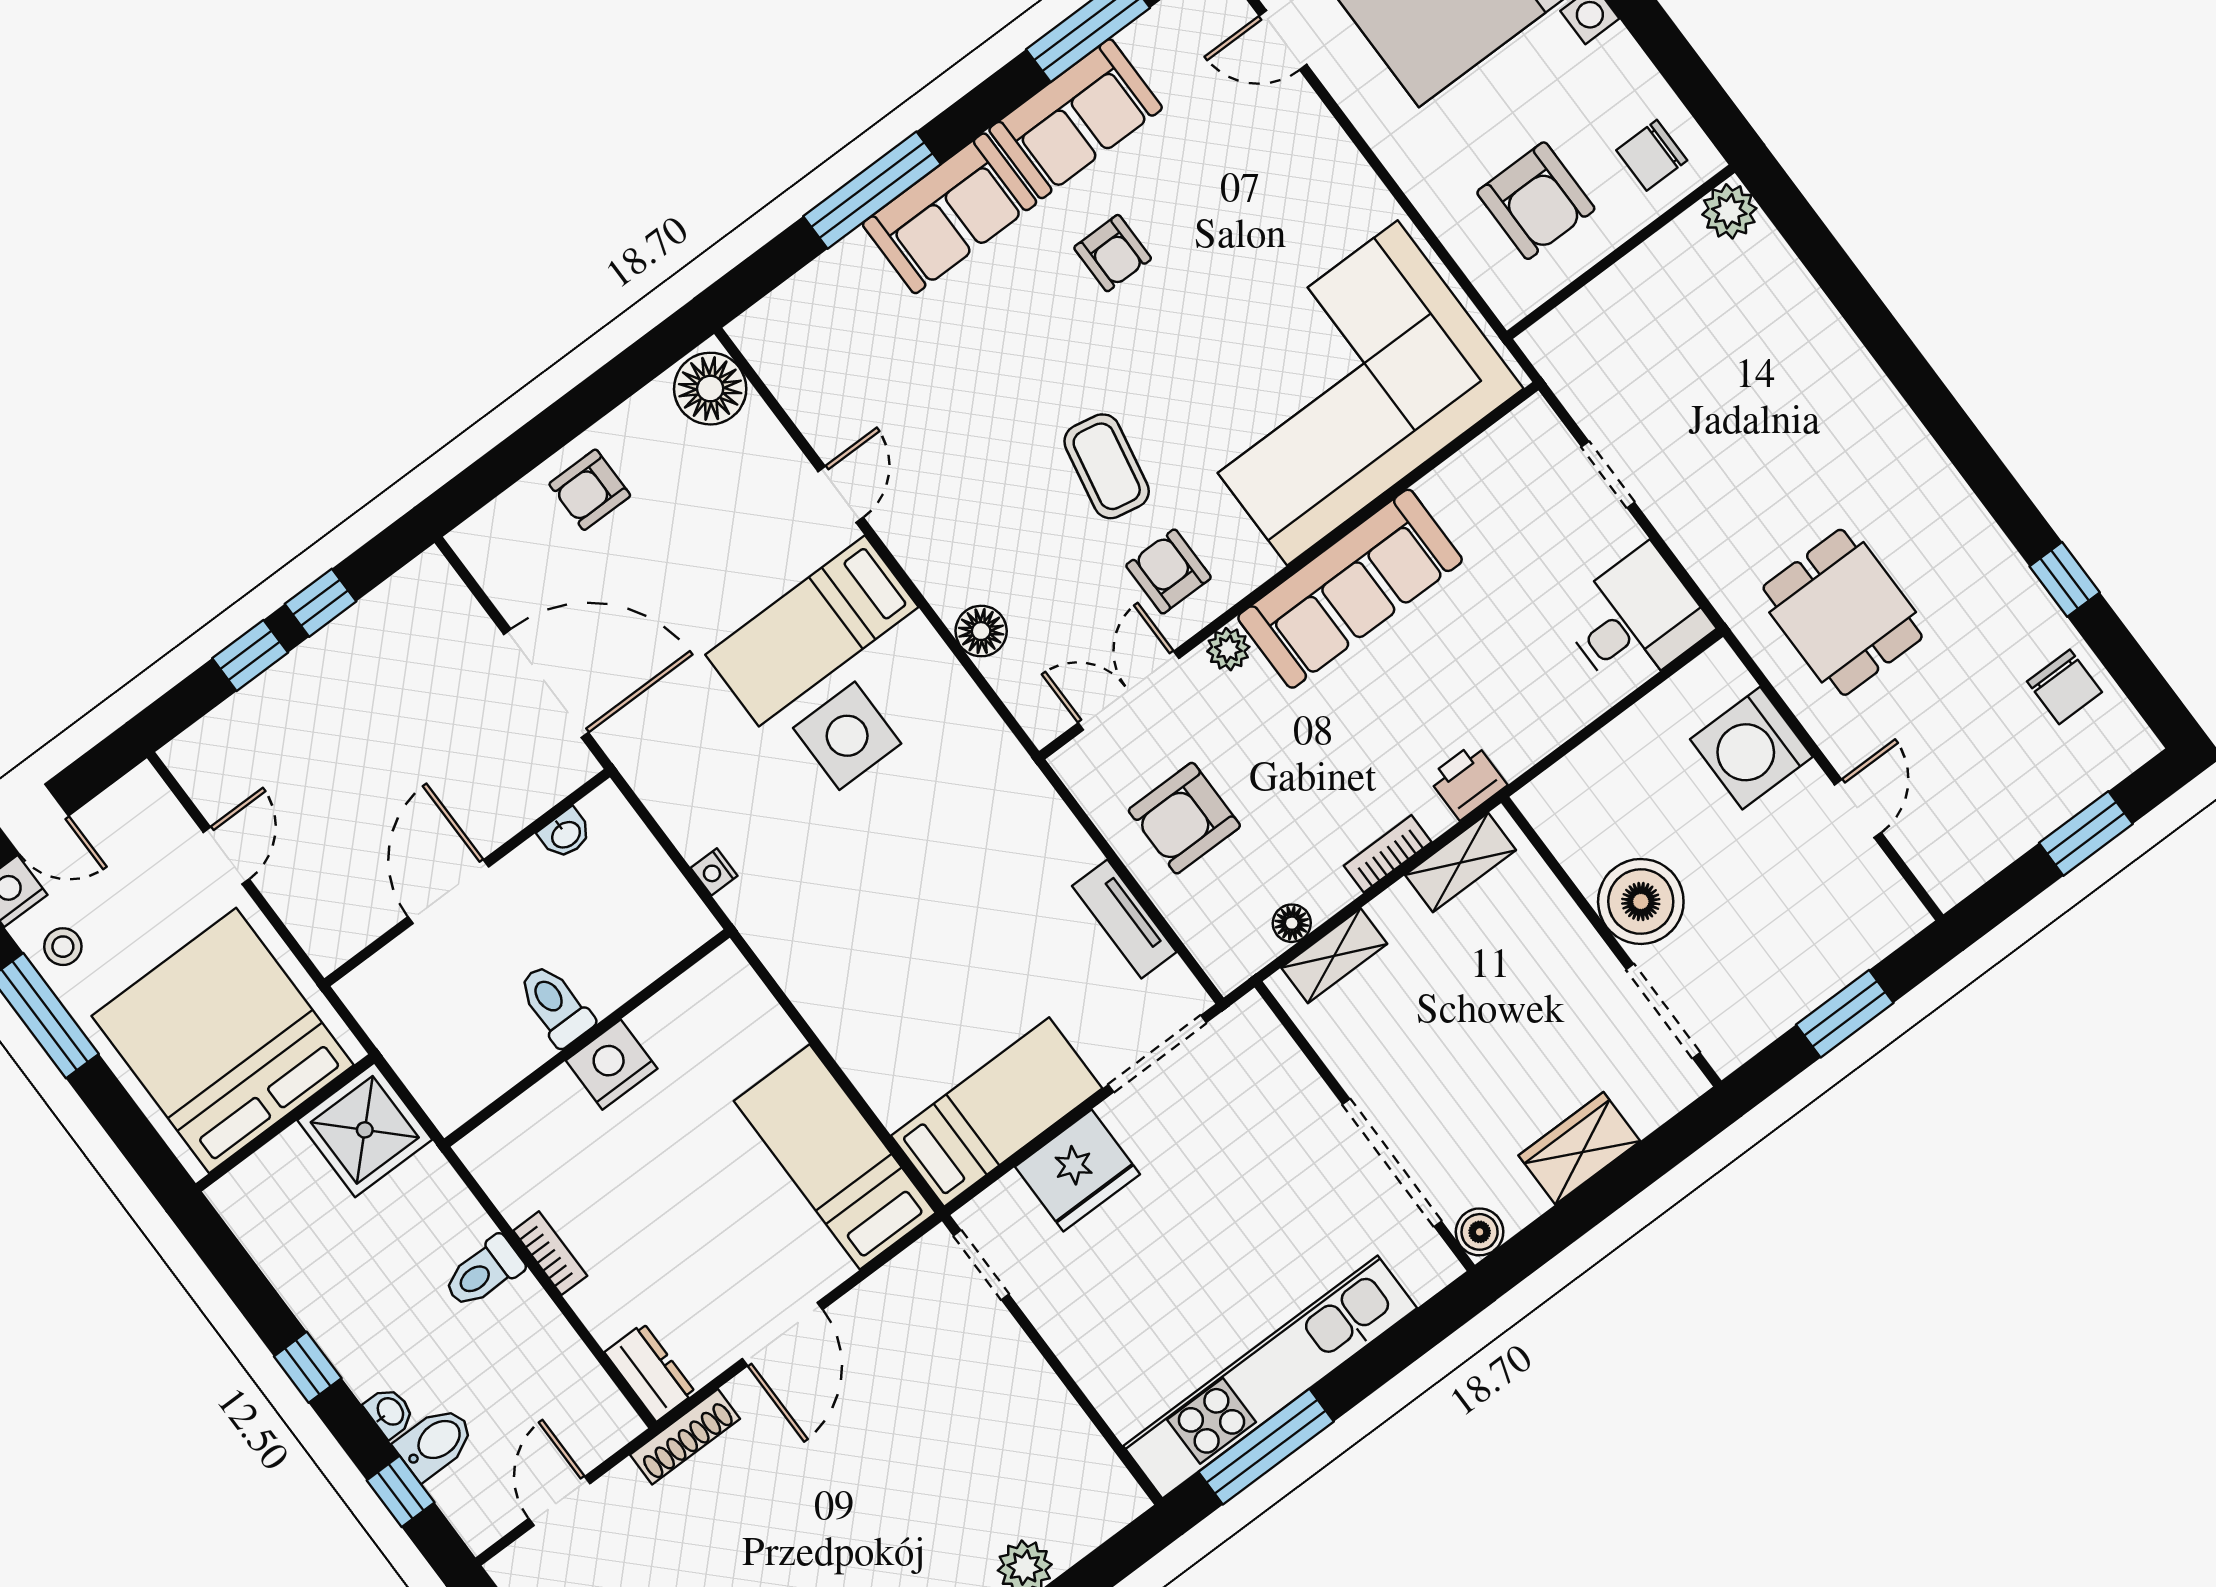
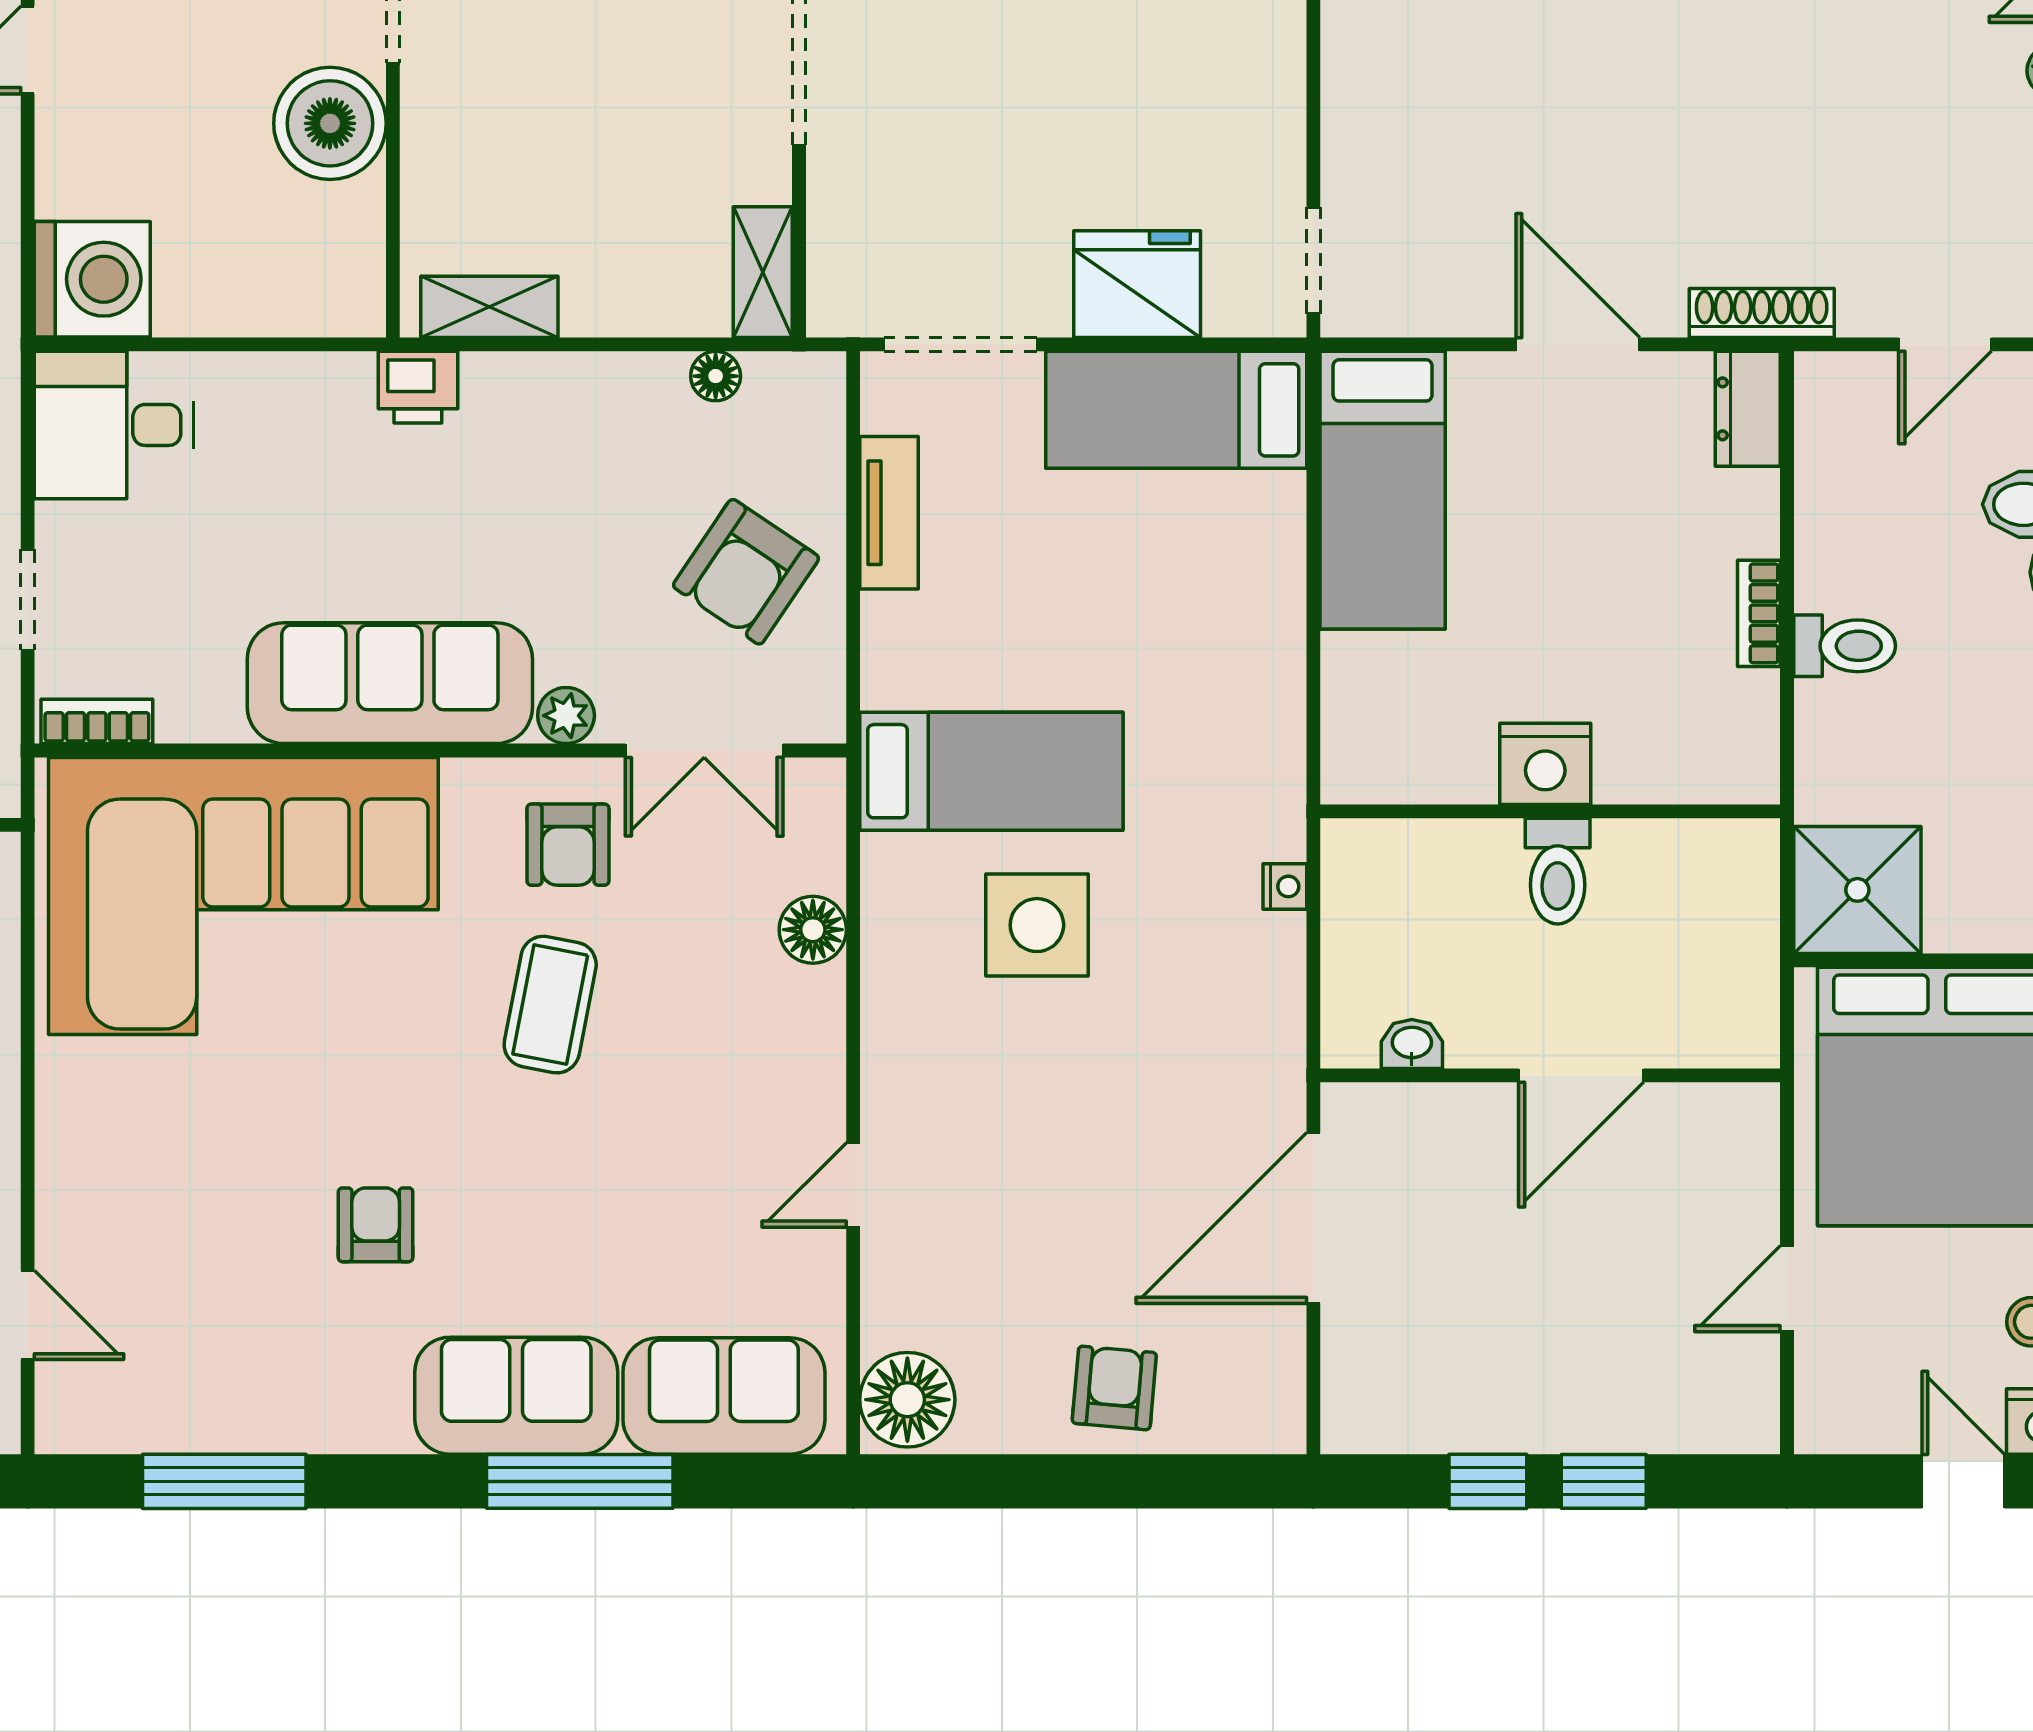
sofa: (1076, 119) -> (724, 1396), moved
armchair: (590, 490) -> (1114, 1388), turned -85
bed: (812, 631) -> (991, 771), moved
door: (546, 683) -> (1313, 1218), hinge flipped
washing machine: (1751, 748) -> (92, 279), moved
armchair: (1184, 818) -> (746, 572), turned 124
bookcase: (1388, 854) -> (97, 721), moved, turned 180
shelving: (1334, 956) -> (763, 272), moved, turned 90
door: (782, 1334) -> (1578, 344), hinge flipped

